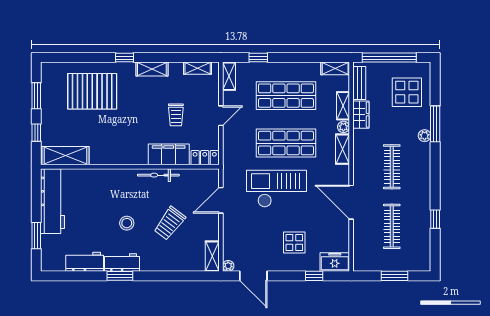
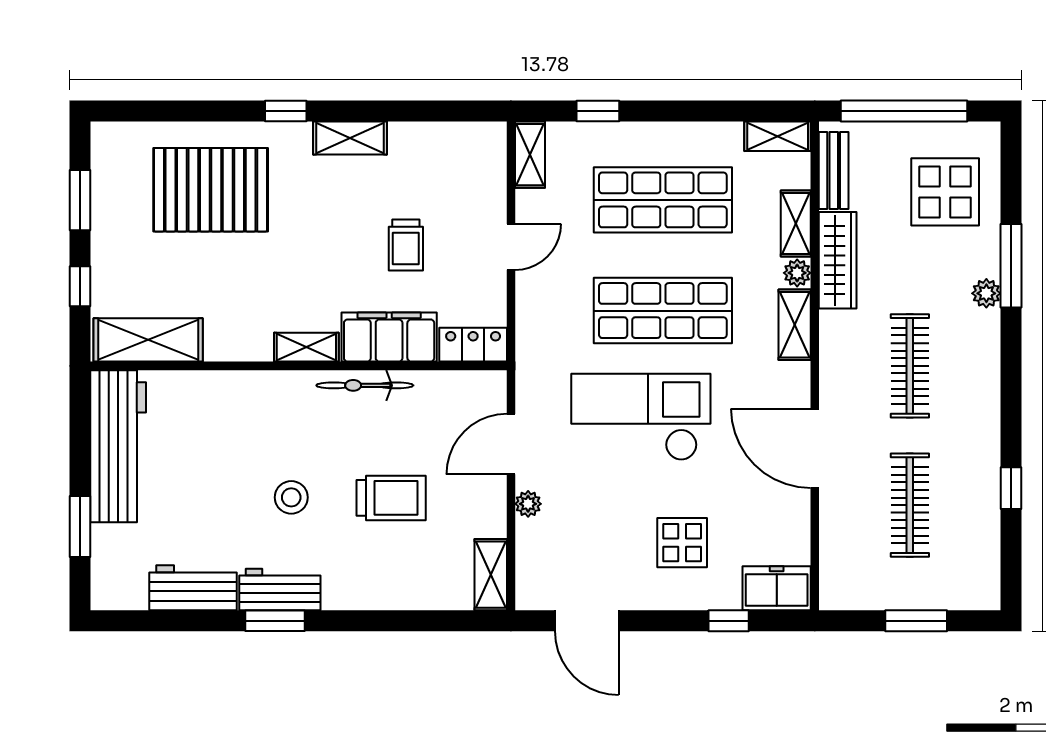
shelving: (198, 68) -> (306, 347), moved
wardrobe: (361, 115) -> (838, 260), width x1.50
trolley: (170, 223) -> (391, 498), turned -127
plant: (228, 266) -> (528, 504), moved

